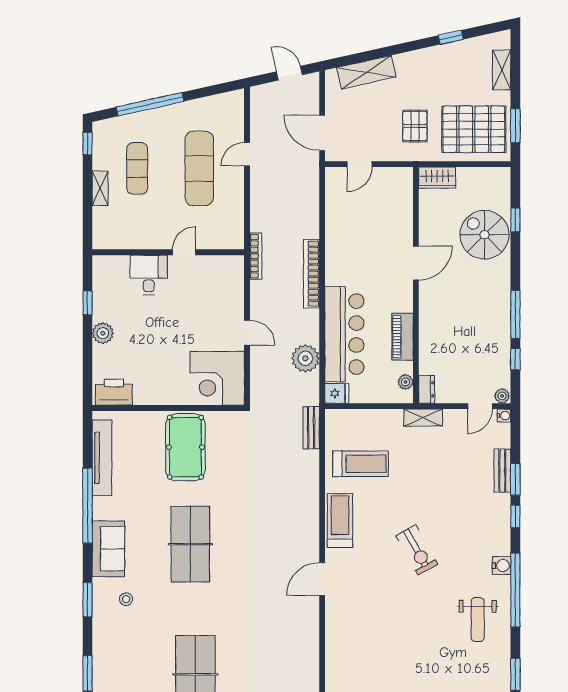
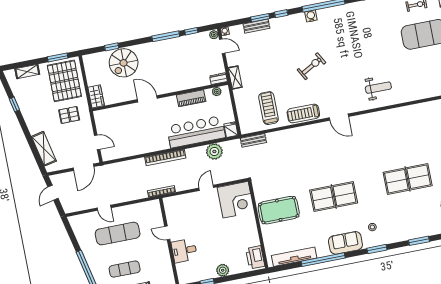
weight bench: (478, 620) -> (378, 88), moved

